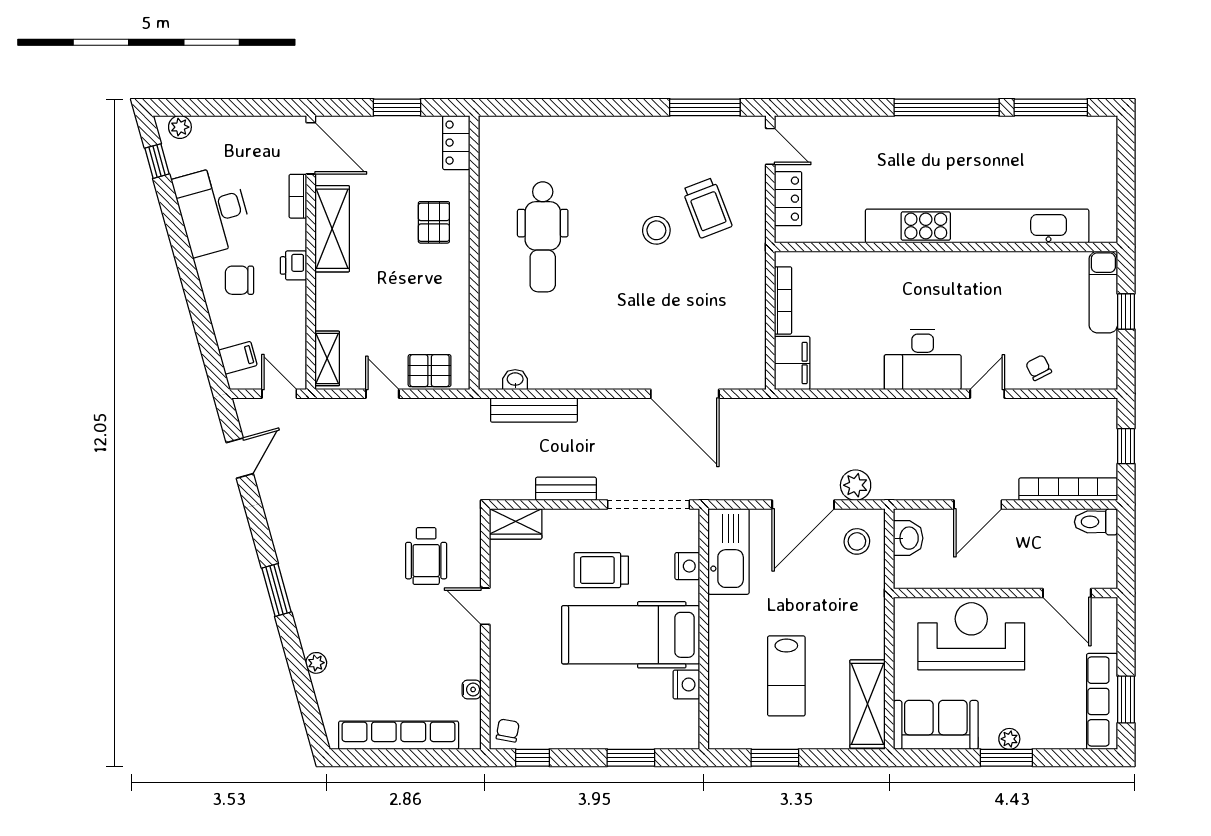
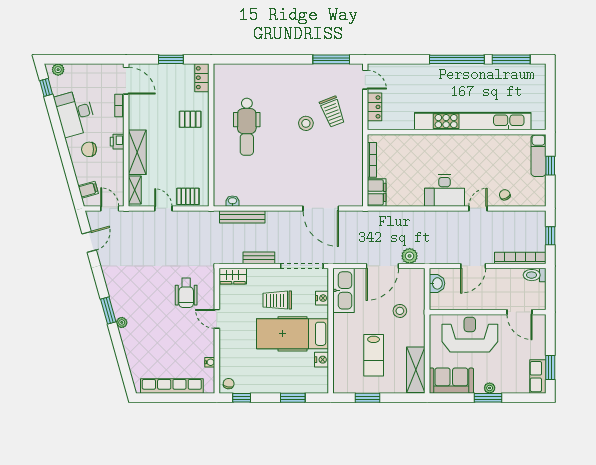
pallet: (434, 222) -> (190, 119), turned 90
shelving: (332, 229) -> (137, 152), moved
stool: (857, 541) -> (400, 311), moved
plant: (316, 663) -> (122, 322), moved
row of seats: (1102, 701) -> (538, 377), width x0.68

